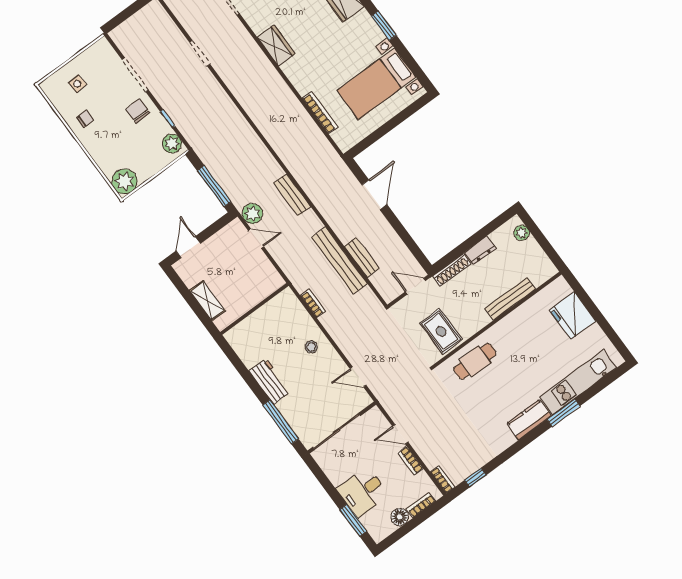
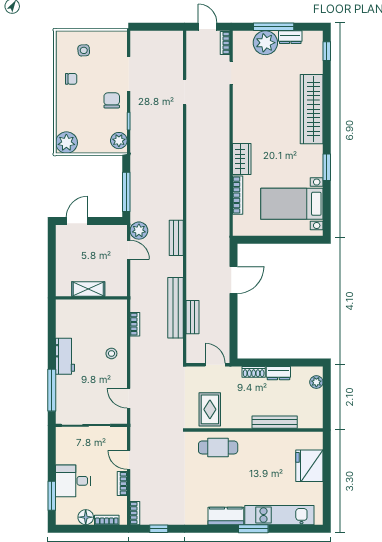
wardrobe: (276, 45) -> (242, 159), moved
shoe rack: (452, 270) -> (254, 372), width x0.70
shelving: (207, 301) -> (88, 289), moved, turned 90

